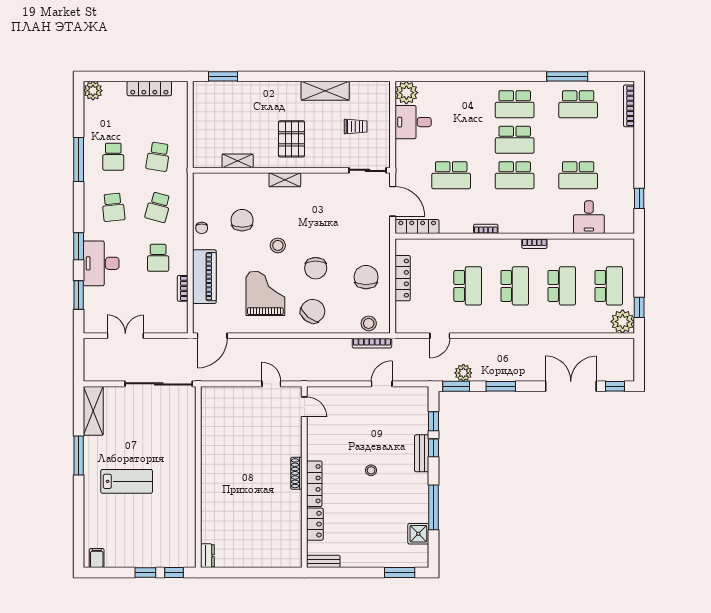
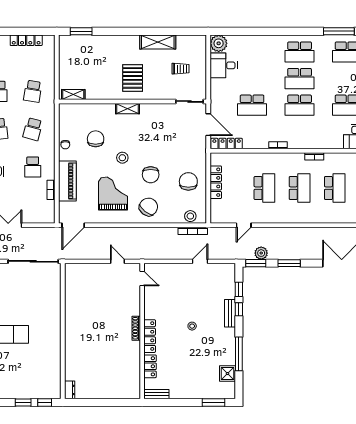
shelving: (238, 161) -> (73, 94), moved

